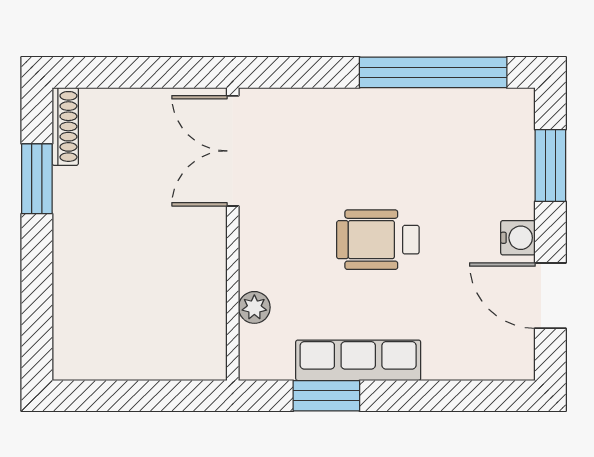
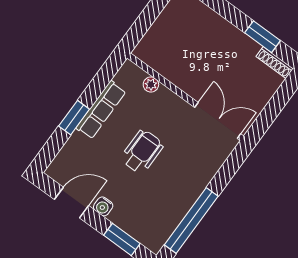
window: (326, 396) -> (74, 118), moved

